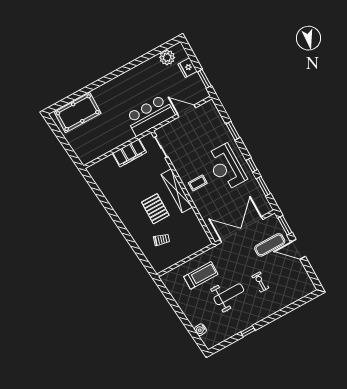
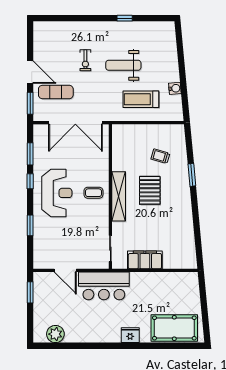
fridge: (187, 68) -> (130, 335), moved, turned -90
window: (129, 239) -> (192, 175), added
water cooler: (200, 330) -> (175, 88), moved

